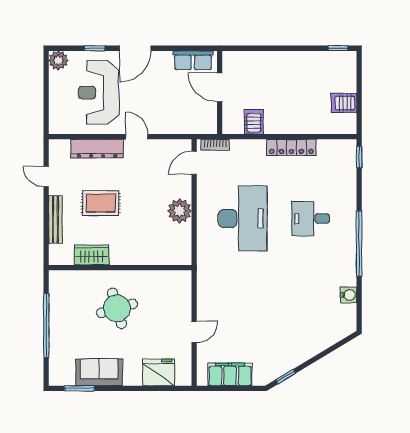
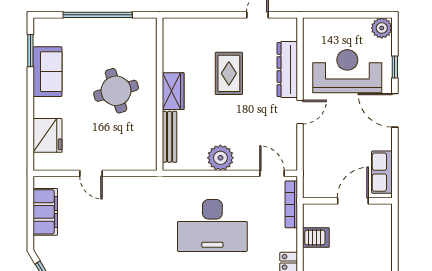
bookcase: (215, 145) -> (291, 204), width x1.56
bench: (55, 219) -> (170, 137), moved, turned 90
wardrobe: (92, 255) -> (173, 91), moved

